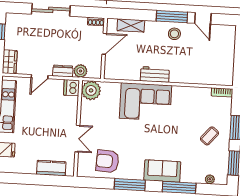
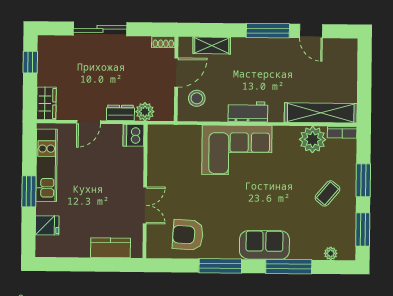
stool: (174, 34) -> (197, 98), moved
shelving: (207, 78) -> (321, 113), added
plant: (91, 90) -> (313, 139), moved

